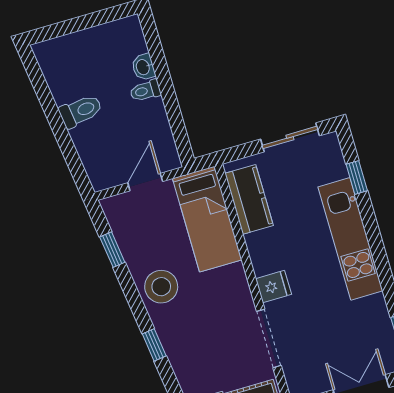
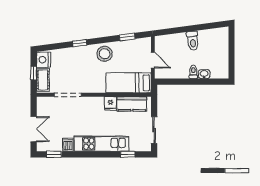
fridge: (274, 286) -> (110, 103), moved
dishwasher: (373, 308) -> (68, 145), added

